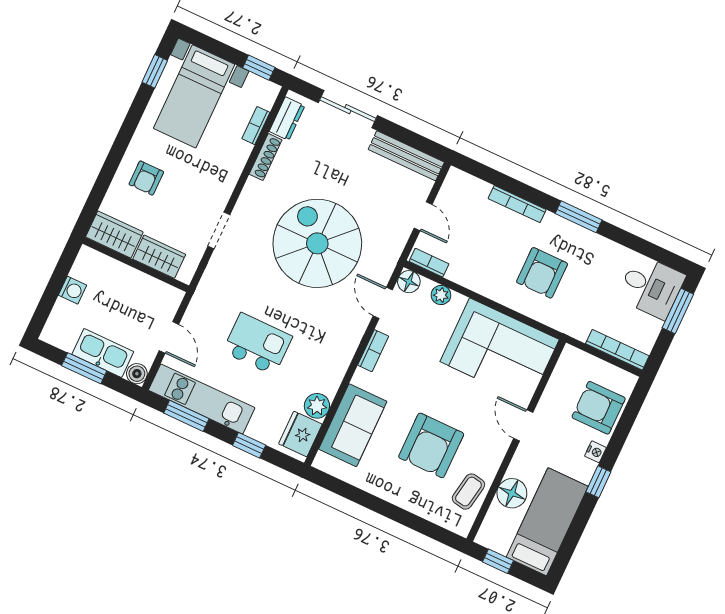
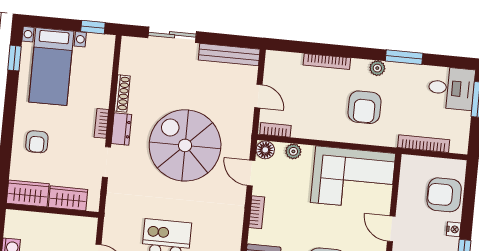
dresser: (287, 119) -> (121, 129), moved
bookcase: (256, 126) -> (101, 123), moved
window: (579, 217) -> (404, 57), moved
plant: (573, 233) -> (377, 68), added
bookcase: (617, 350) -> (424, 144), moved

